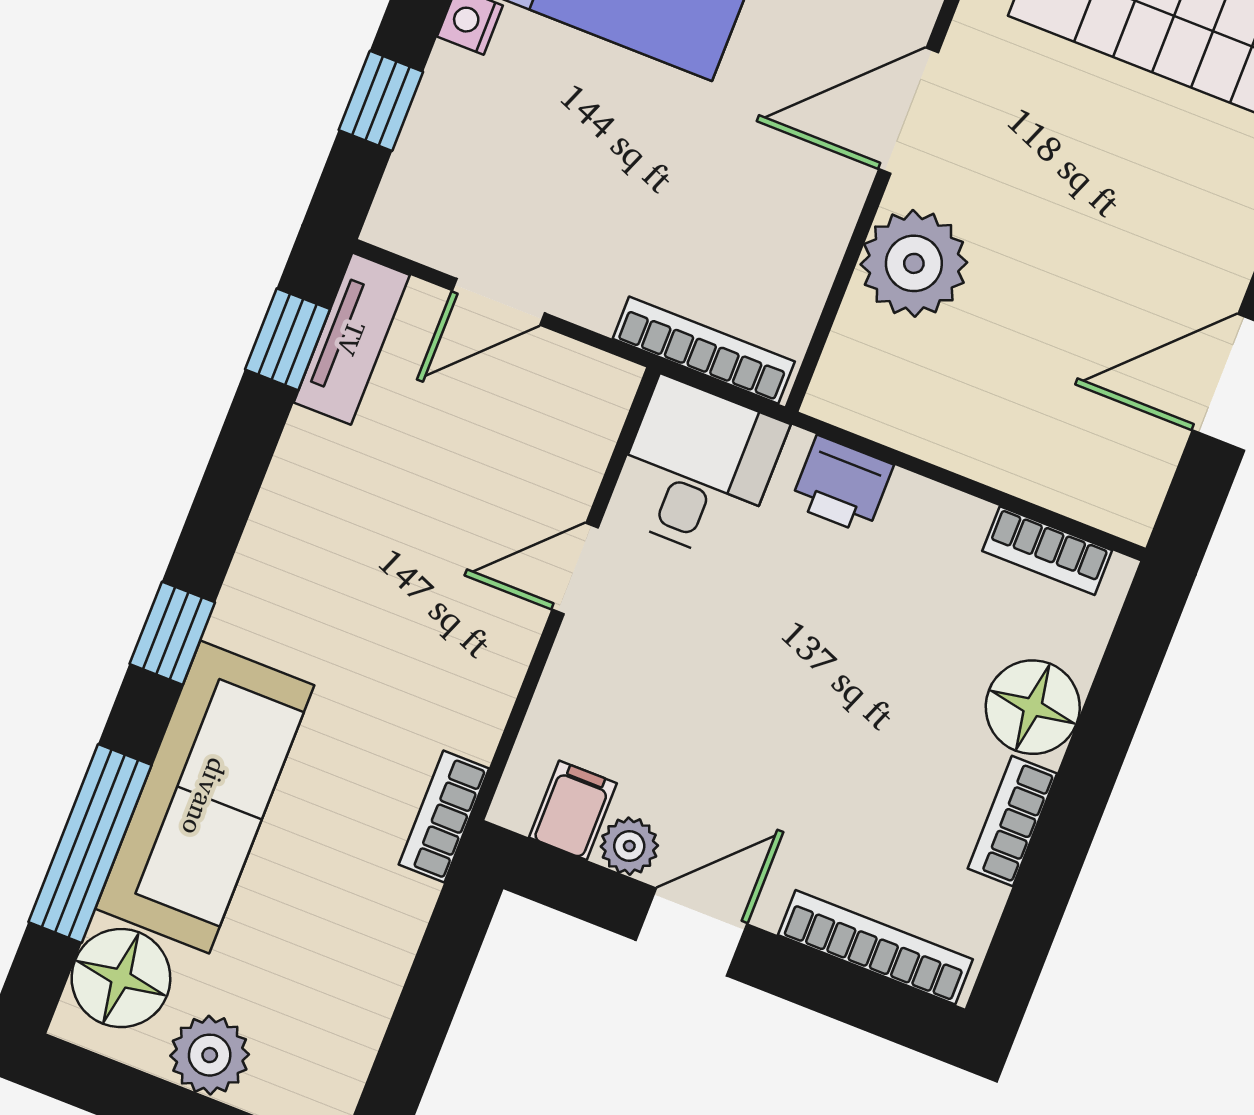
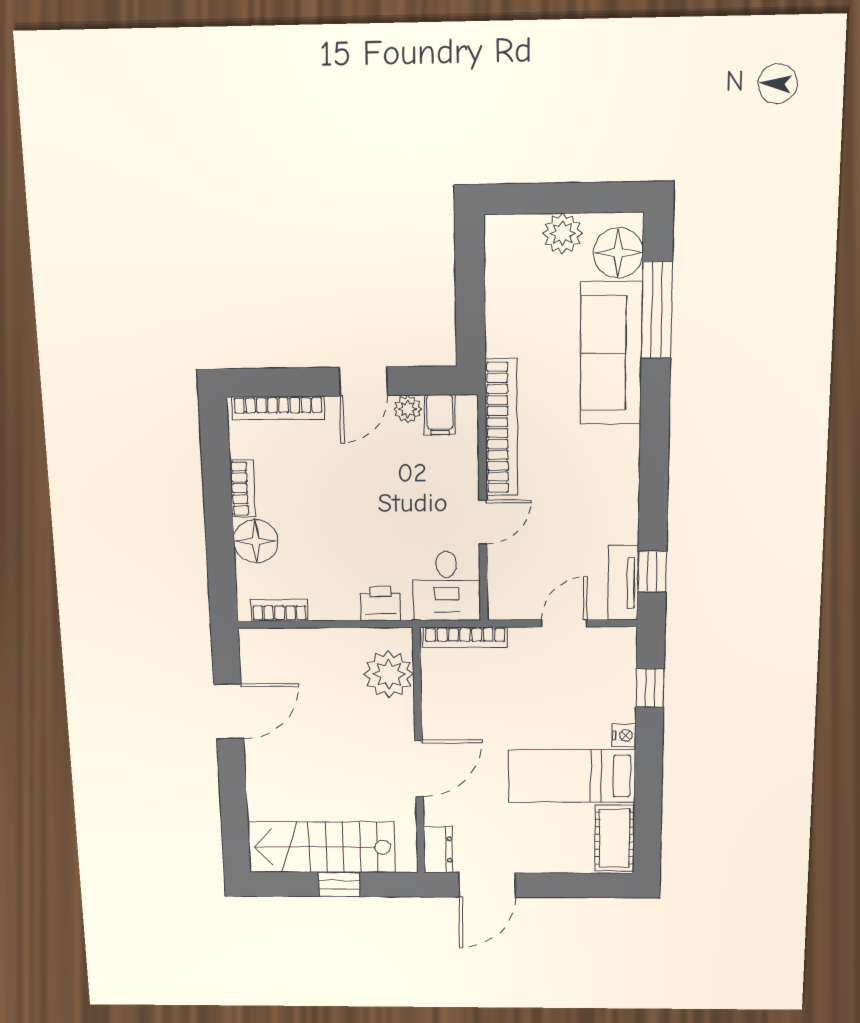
plant: (914, 263) -> (389, 674), moved
window: (172, 633) -> (655, 422), removed
bookcase: (444, 817) -> (501, 428), width x2.31, depth x1.31

